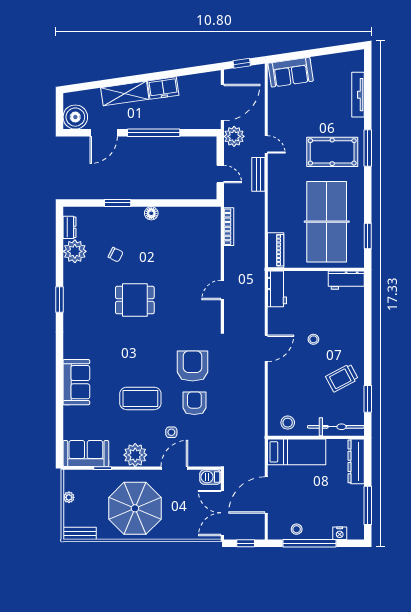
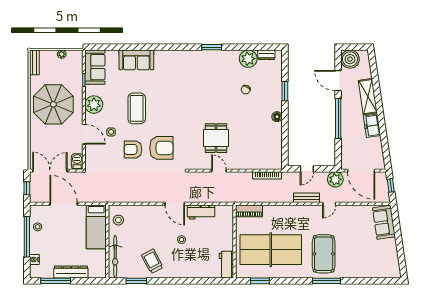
tv unit: (358, 95) -> (367, 273), removed
workbench: (277, 289) -> (201, 212), moved
dining table: (135, 300) -> (216, 138), moved
sofa: (76, 382) -> (136, 60), moved
armchair: (194, 403) -> (133, 149), turned 180
dresser: (356, 461) -> (71, 272), moved

